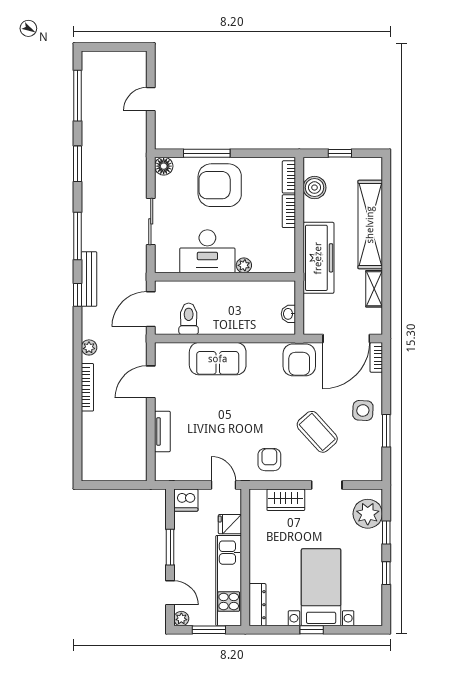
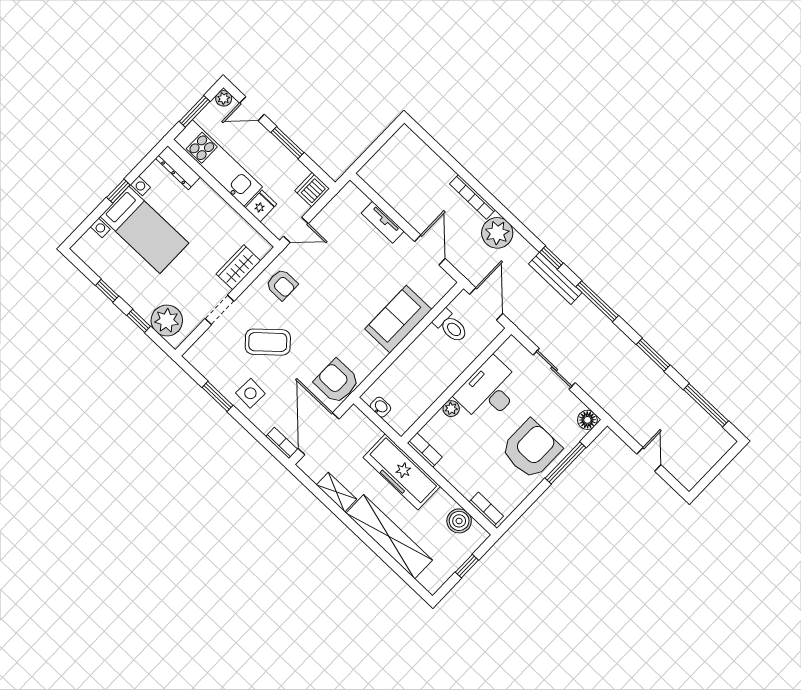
bookcase: (289, 211) -> (425, 450), moved
plant: (89, 347) -> (497, 233), width x1.88, depth x1.88

